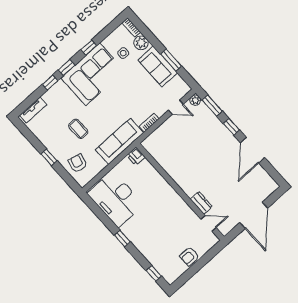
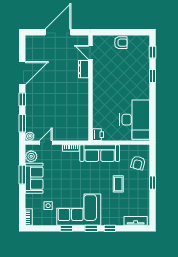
plant: (141, 43) -> (31, 156), moved
door: (176, 107) -> (46, 143), hinge flipped
window: (122, 239) -> (152, 76), moved

